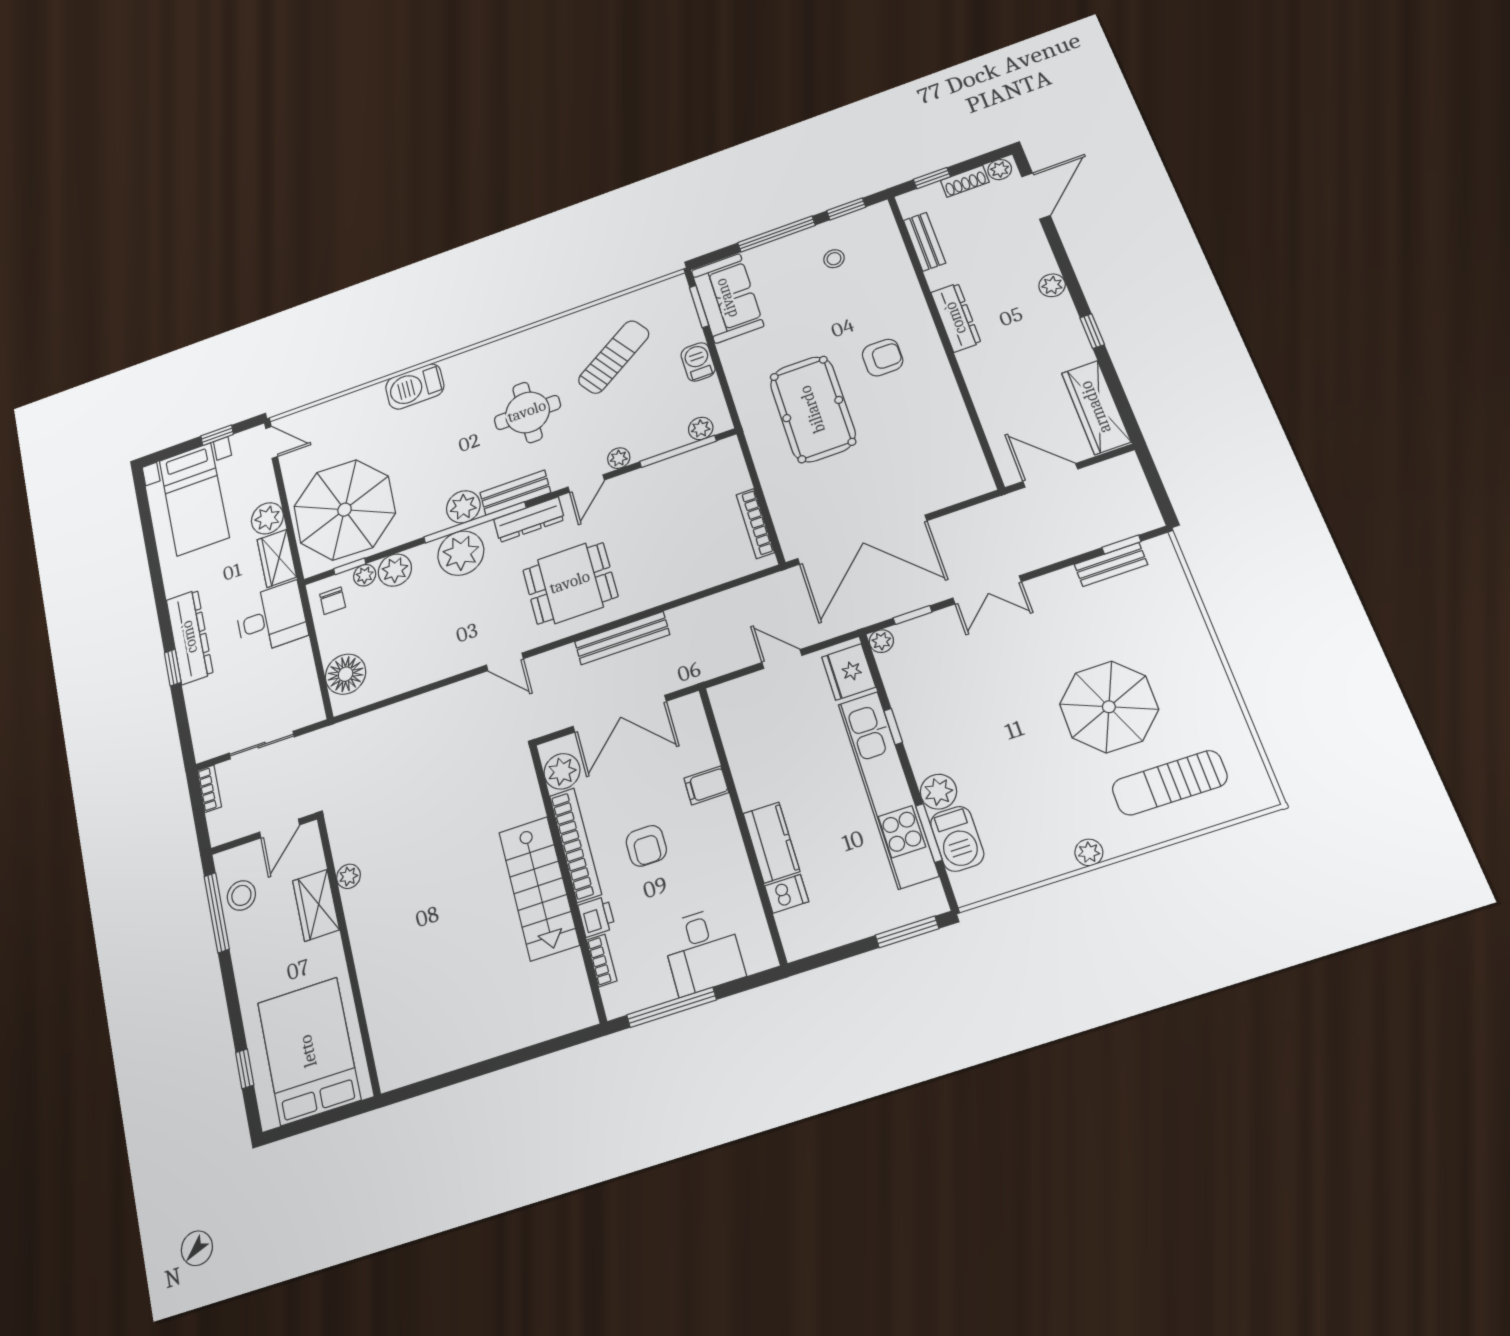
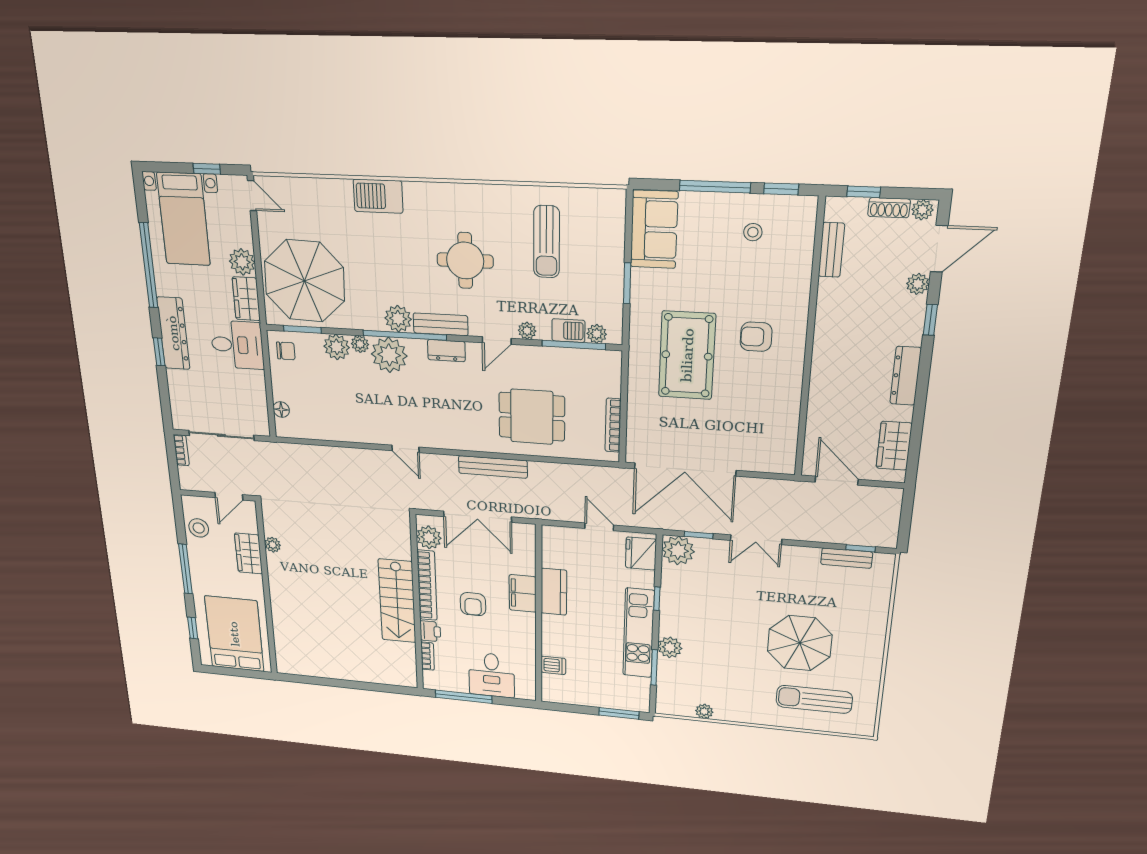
plant: (1052, 285) -> (918, 284), moved
window: (699, 307) -> (627, 283), moved
dresser: (956, 318) -> (906, 376), moved, turned 180
window: (1092, 331) -> (930, 320), moved
sun lounger: (614, 357) -> (547, 242), turned 124
armchair: (883, 358) -> (756, 337), turned 180
barbecue: (698, 362) -> (568, 331), moved, turned 90
wardrobe: (1096, 407) -> (894, 446), width x0.67
dresser: (529, 520) -> (446, 351), width x0.70
window: (350, 566) -> (302, 329), width x1.50
window: (155, 568) -> (149, 265), added
plant: (365, 575) -> (360, 344), moved
dining table: (570, 583) -> (532, 417), moved
chair: (333, 601) -> (286, 351), turned -90
plant: (881, 641) -> (678, 550), width x1.88, depth x1.88
floor lamp: (346, 674) -> (281, 410), width x0.53, depth x0.53
sliding door: (262, 745) -> (221, 435), width x1.37
filing cabinet: (706, 785) -> (523, 593), width x2.00
kitchen unit: (888, 789) -> (639, 633), width x0.73
barbecue: (957, 839) -> (670, 677), removed
kitchen counter: (771, 842) -> (554, 592), moved
plant: (1089, 852) -> (704, 711), moved
window: (217, 913) -> (185, 569), moved

